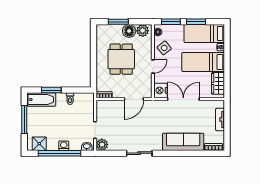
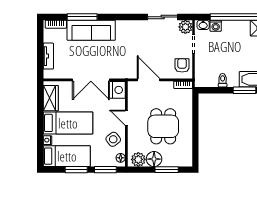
door: (153, 66) -> (126, 118), hinge flipped
door: (134, 99) -> (149, 80), hinge flipped
armchair: (105, 112) -> (182, 65), added
washing machine: (64, 146) -> (216, 26), moved
sliding door: (139, 153) -> (163, 17), moved
window: (191, 153) -> (82, 17), added

